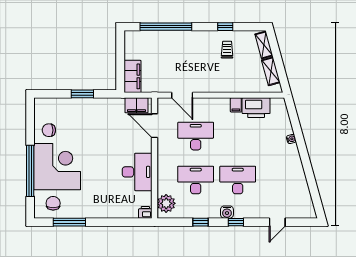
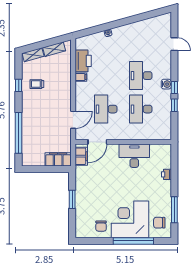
plant: (166, 203) -> (159, 133), removed
printer: (145, 212) -> (166, 174), moved
window: (236, 222) -> (174, 87), moved

